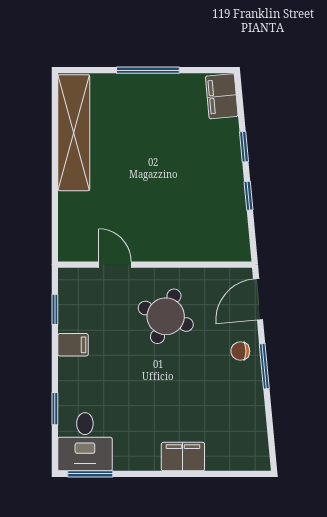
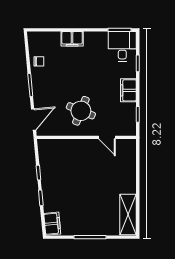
shelving: (74, 133) -> (128, 214), width x0.68
filing cabinet: (73, 345) -> (128, 90), width x2.00
chair: (240, 351) -> (39, 61), moved

